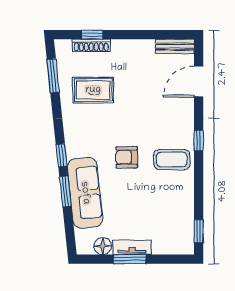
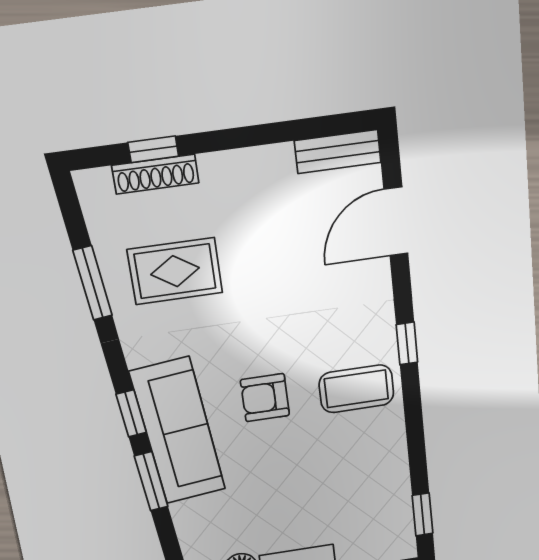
window: (53, 76) -> (93, 283), moved
sofa: (85, 193) -> (178, 431), moved

